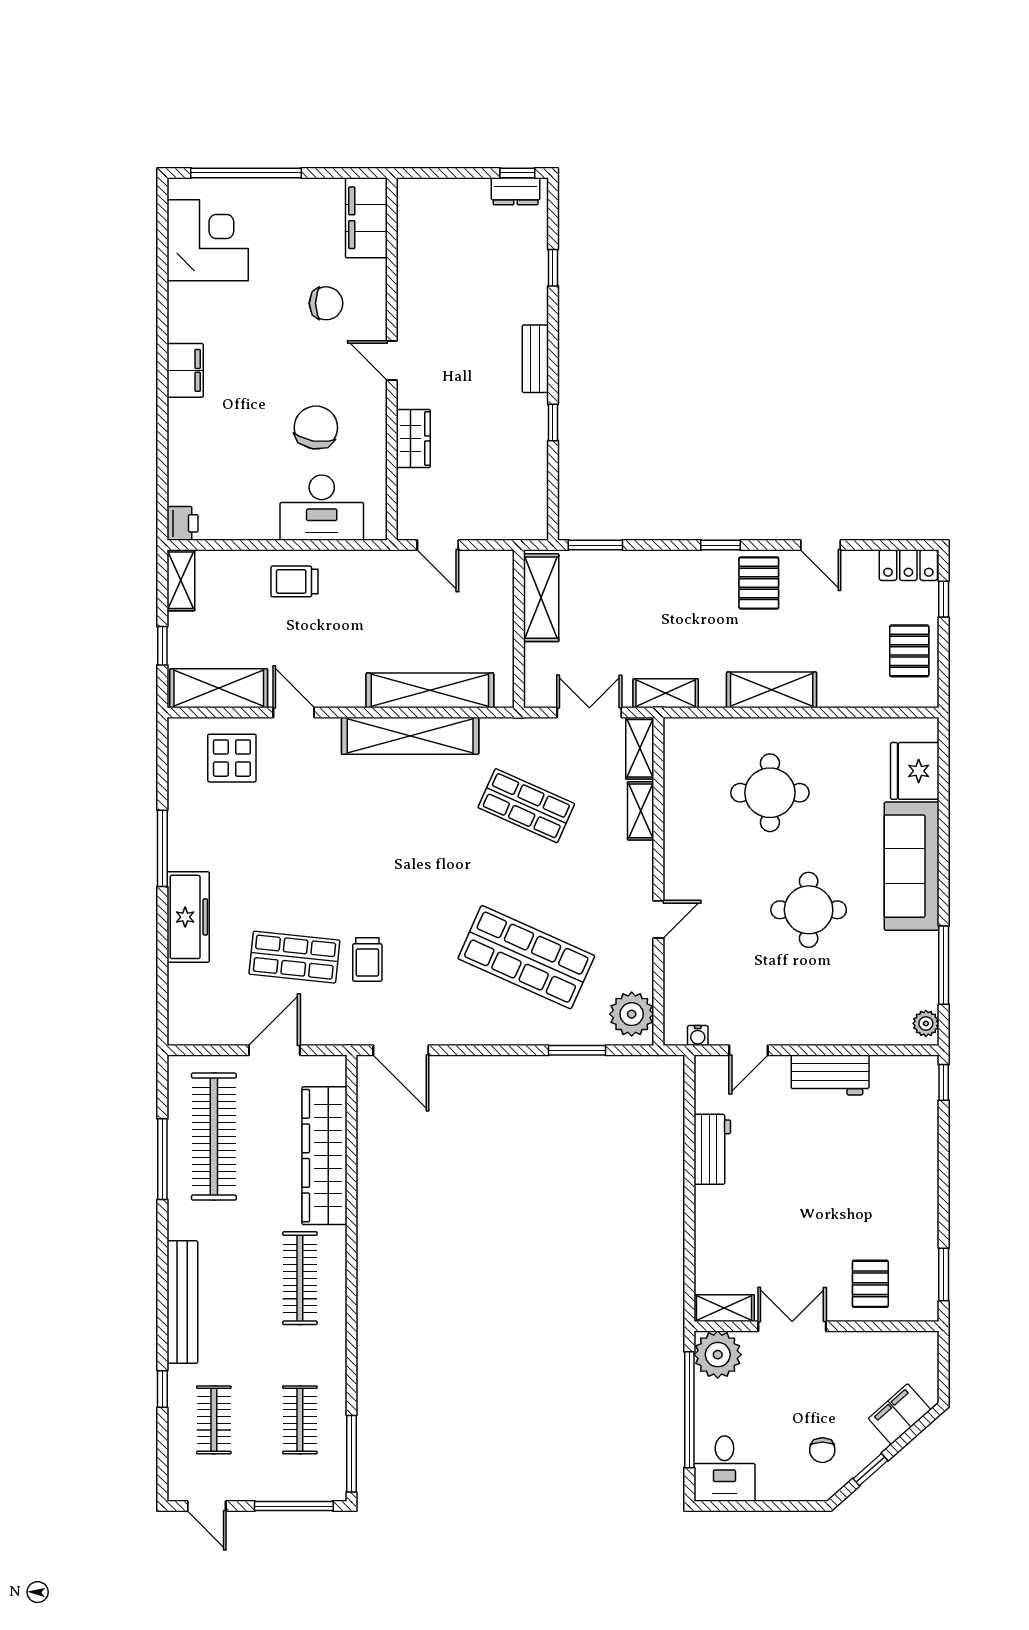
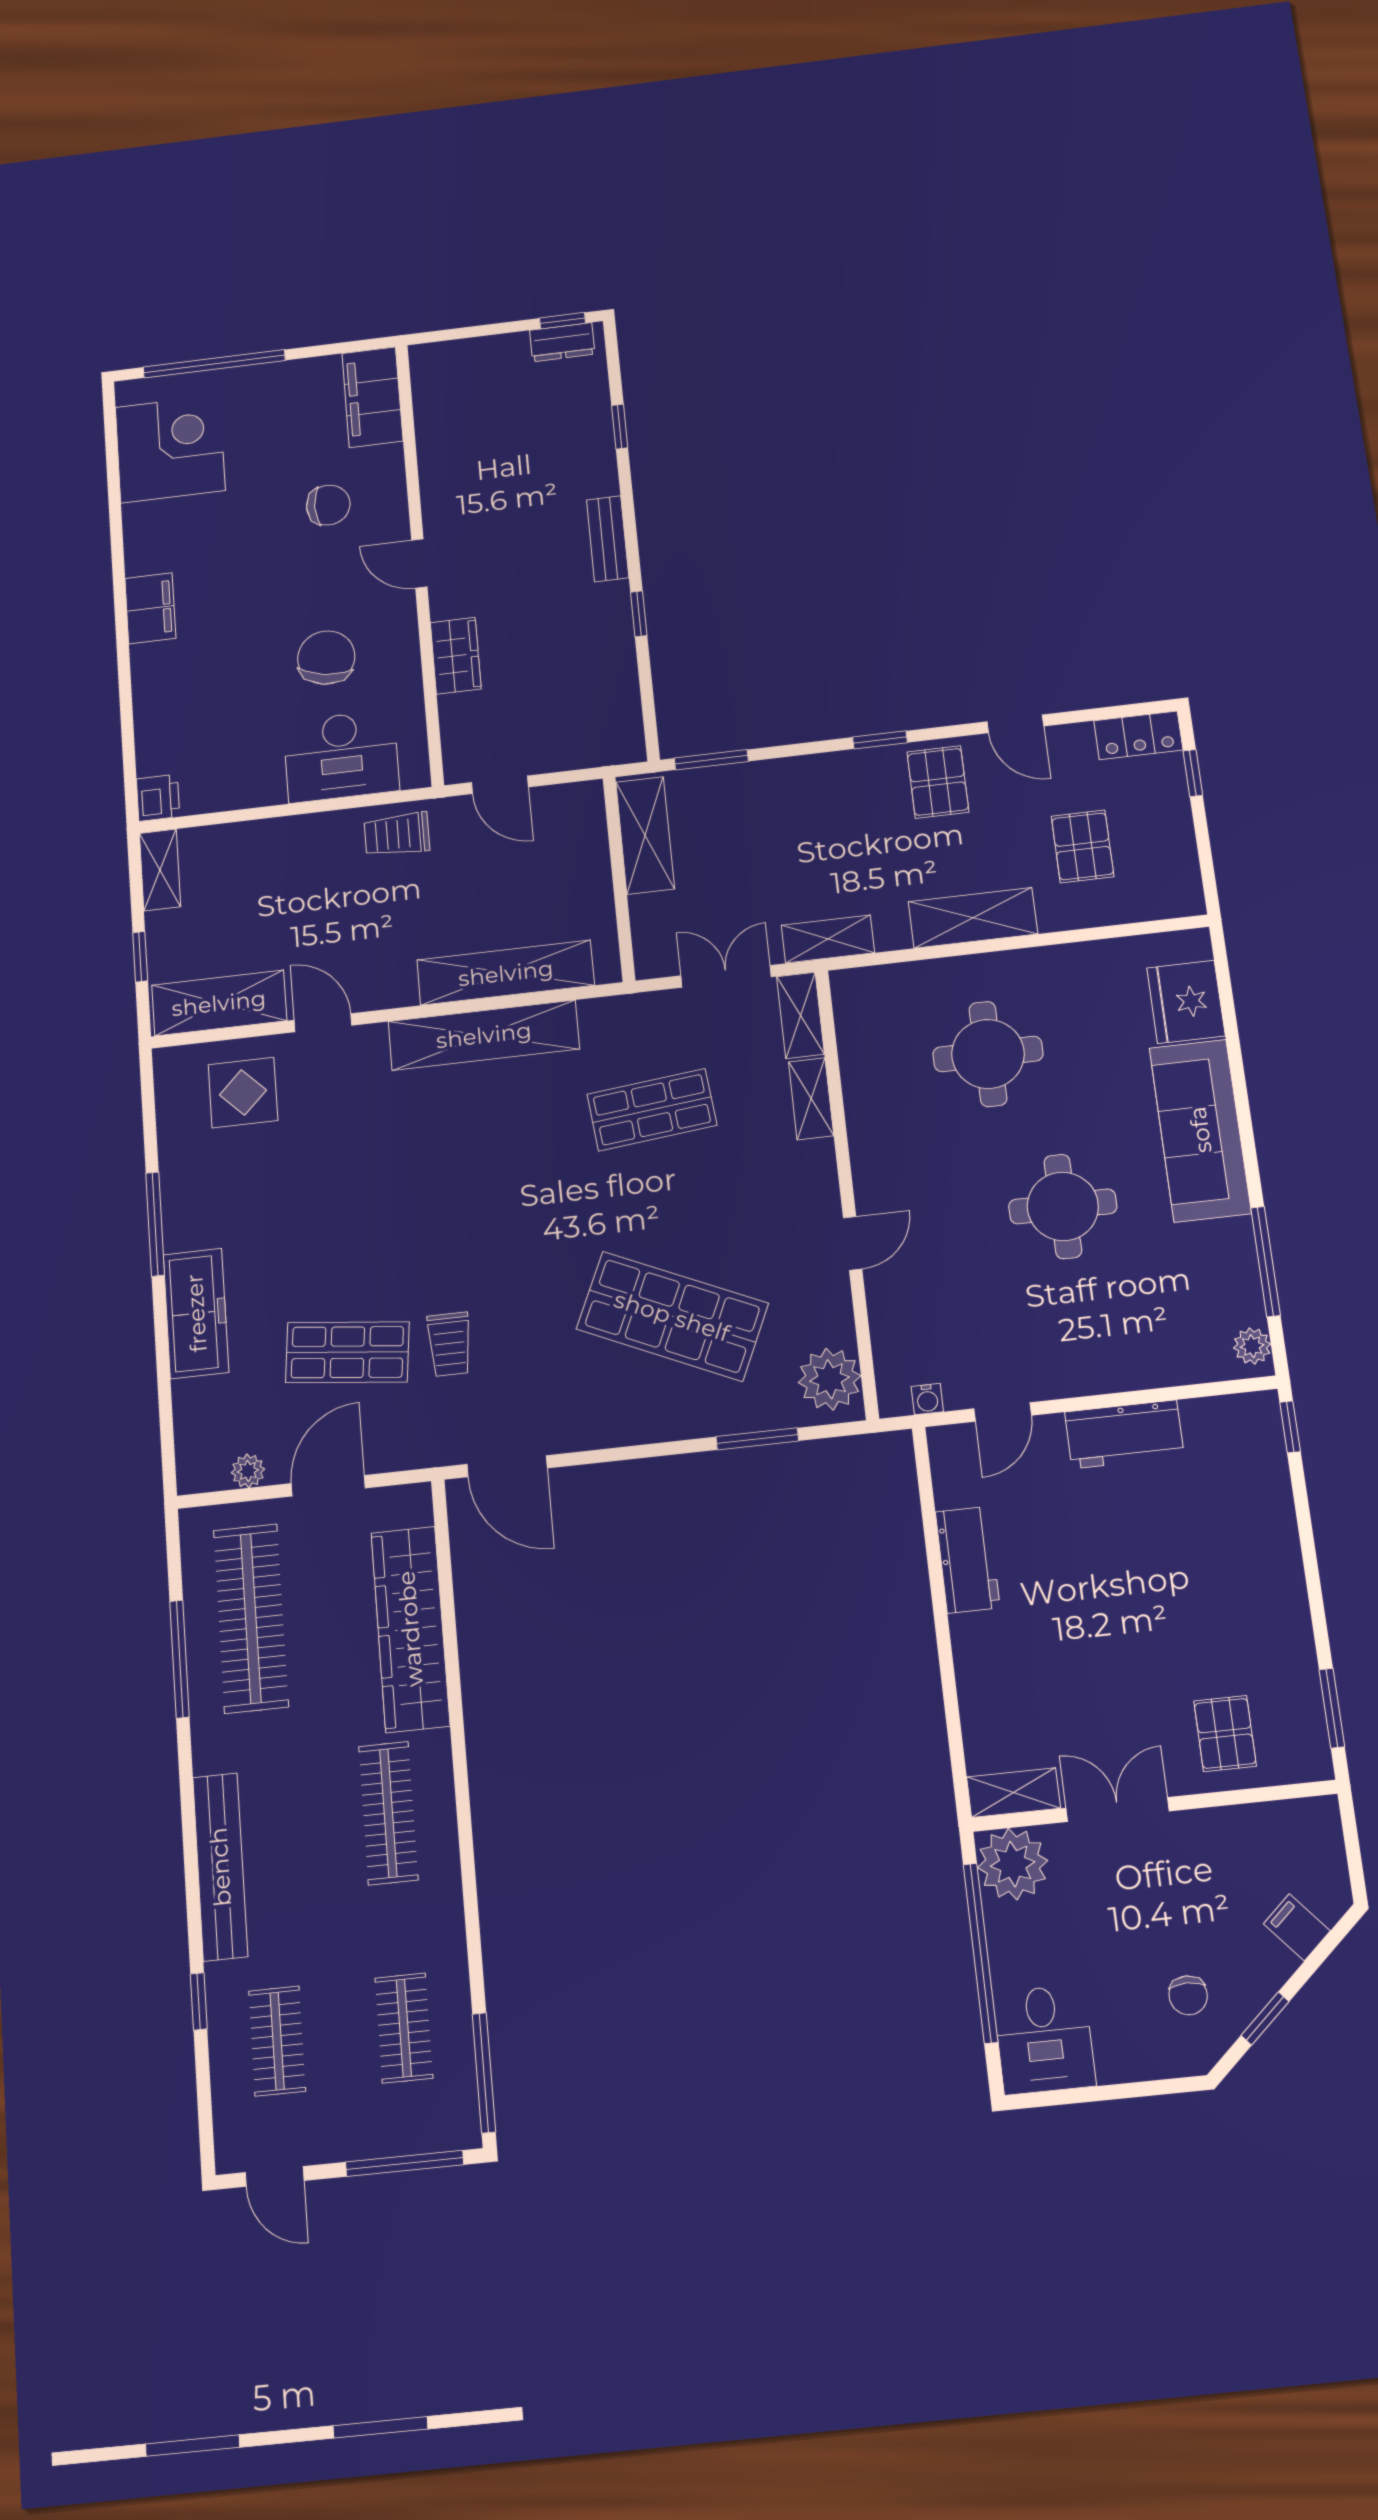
trolley: (294, 581) -> (397, 834), moved
pallet: (909, 651) -> (1083, 846), moved
shop shelf: (526, 806) -> (652, 1110), turned -30
plant: (218, 1034) -> (248, 1471), added
filing cabinet: (900, 1414) -> (1297, 1927), width x0.50

